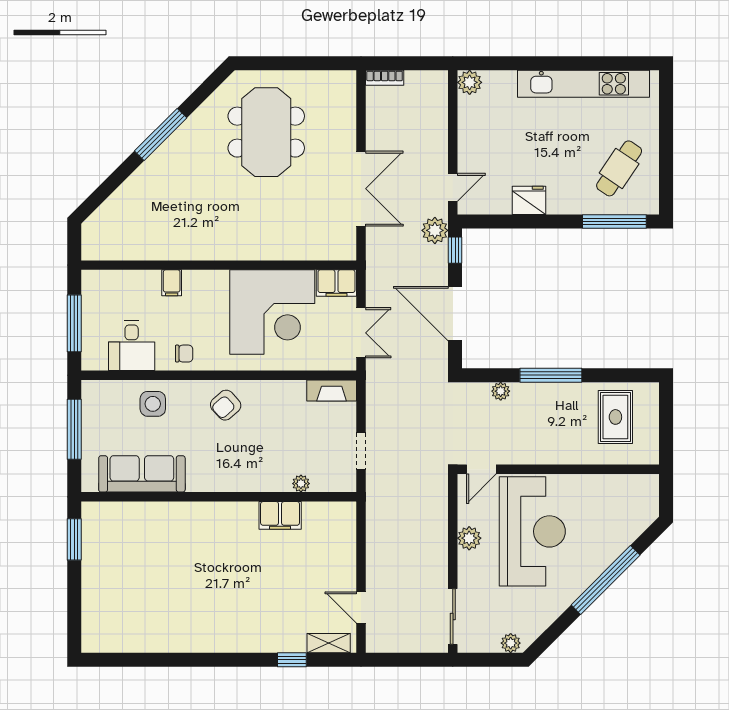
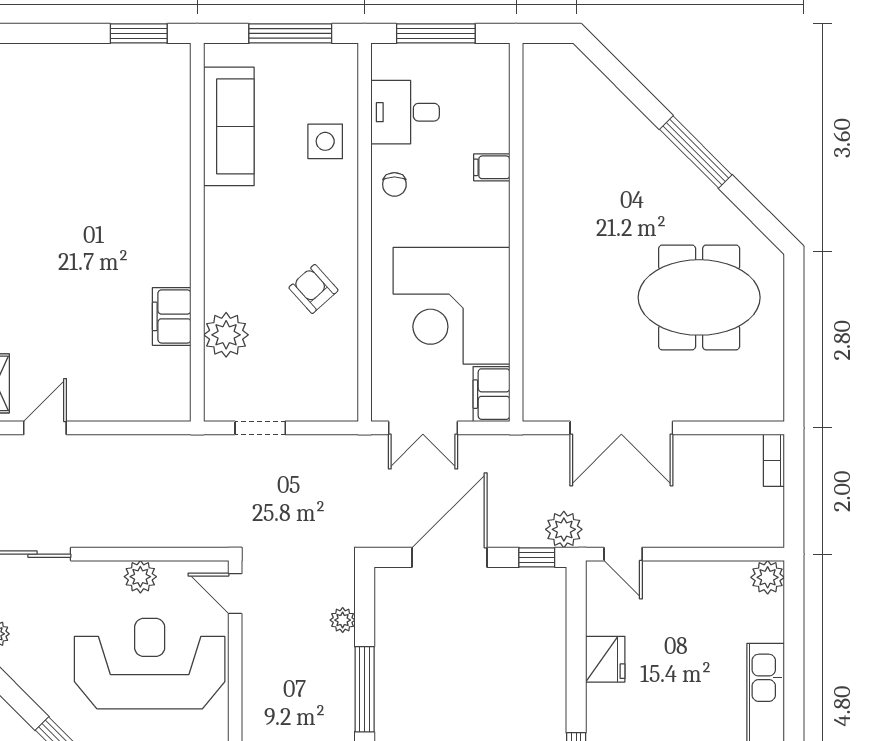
fireplace: (332, 390) -> (344, 387), removed
armchair: (226, 405) -> (313, 289), moved
plant: (301, 484) -> (226, 335), width x1.88, depth x1.88
reception desk: (532, 531) -> (150, 664), turned 180

